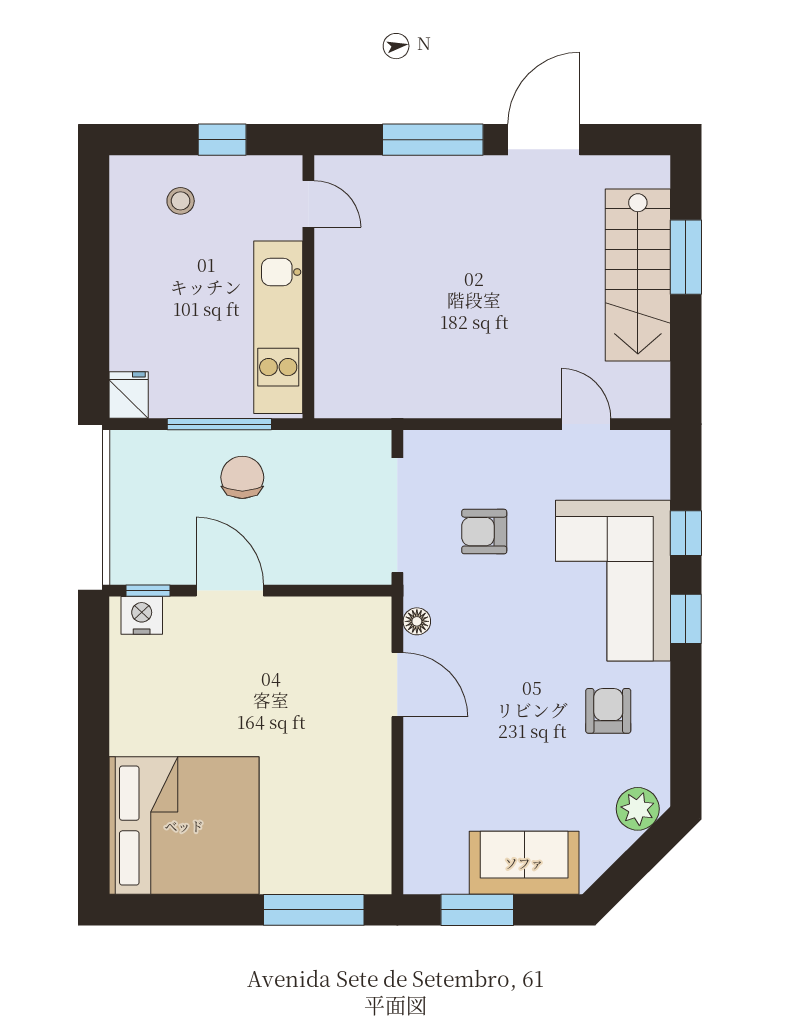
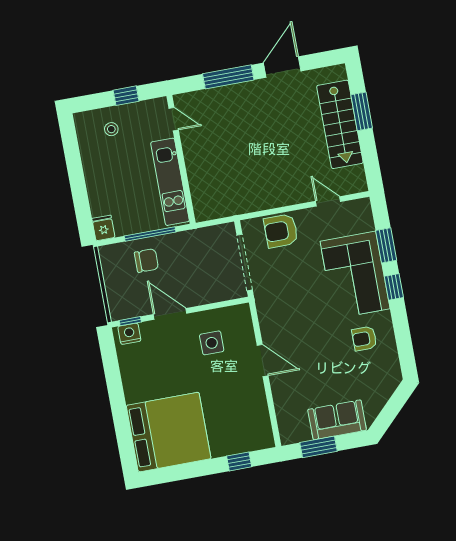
chair: (242, 477) -> (146, 261), moved, turned 90
armchair: (484, 532) -> (281, 231), moved, width x1.38, depth x1.38
window: (686, 533) -> (386, 245), width x1.50
floor lamp: (417, 621) -> (263, 312), removed
side table: (302, 664) -> (212, 343), added
door: (397, 685) -> (263, 361), moved
armchair: (608, 711) -> (364, 339), turned -90
plant: (638, 809) -> (387, 384), removed
window: (314, 910) -> (239, 461), width x0.46

